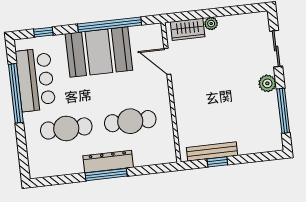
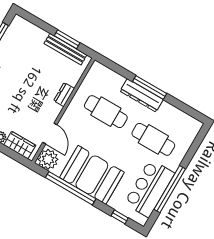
plant: (151, 36) -> (48, 159), added
dresser: (181, 108) -> (64, 95), added
window: (217, 162) -> (67, 39), width x1.50

